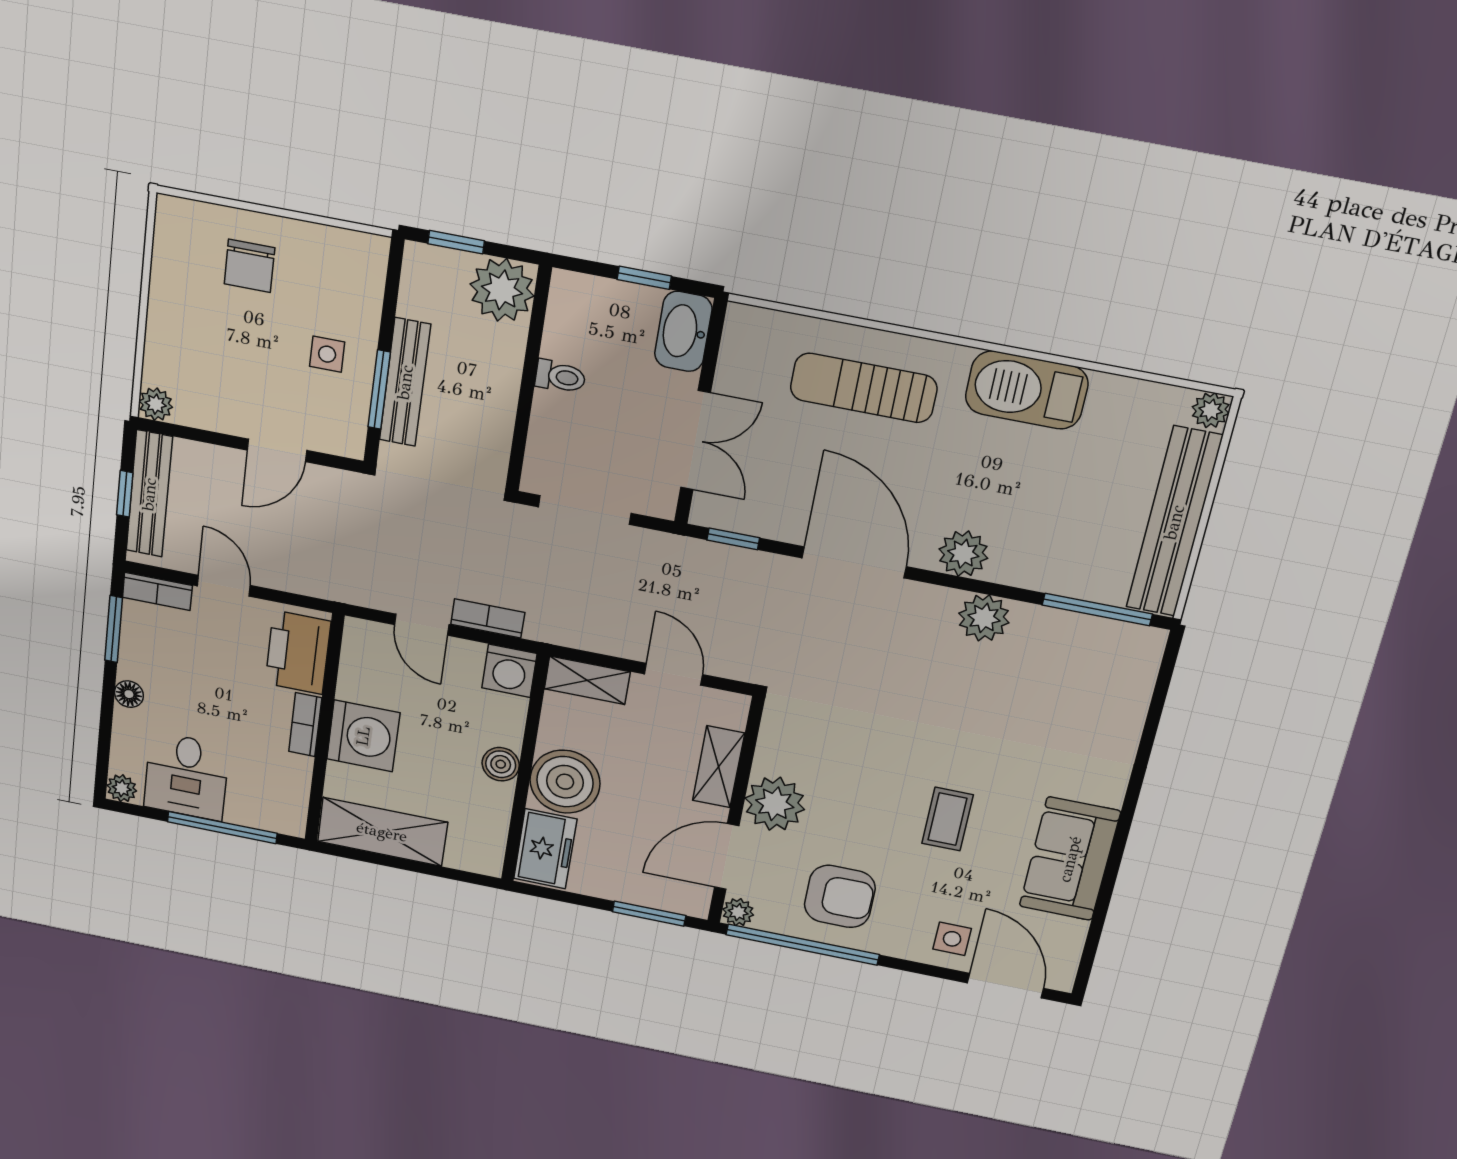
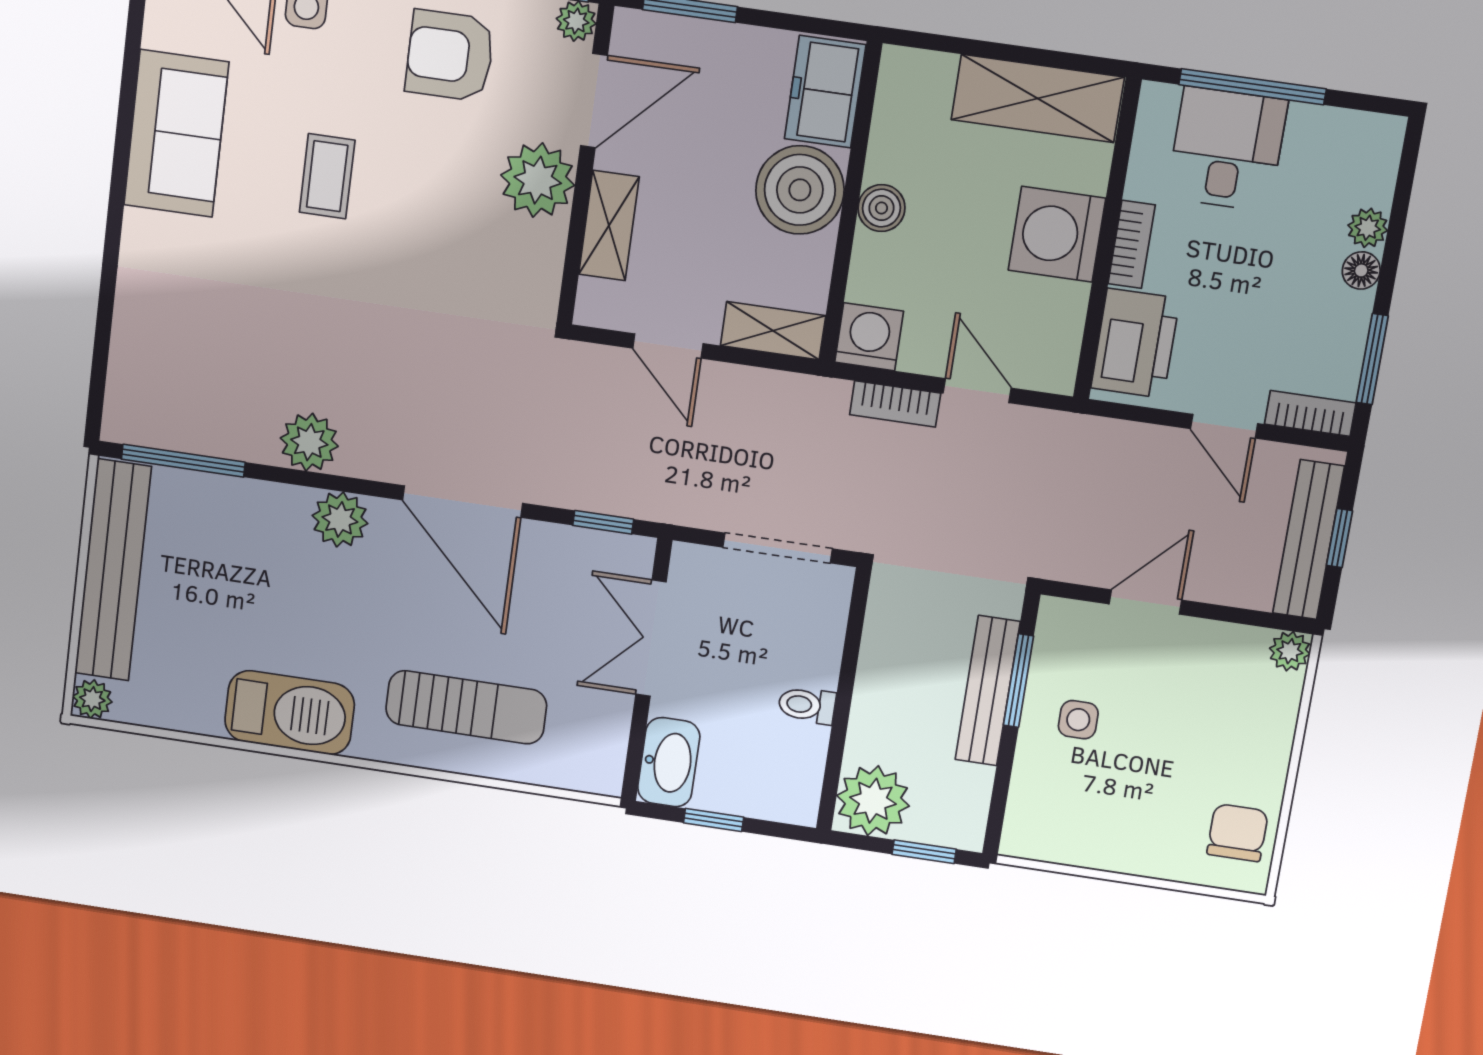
chair: (249, 266) -> (1238, 833), moved
desk: (186, 776) -> (1227, 149), moved
plant: (122, 788) -> (1368, 228), moved

